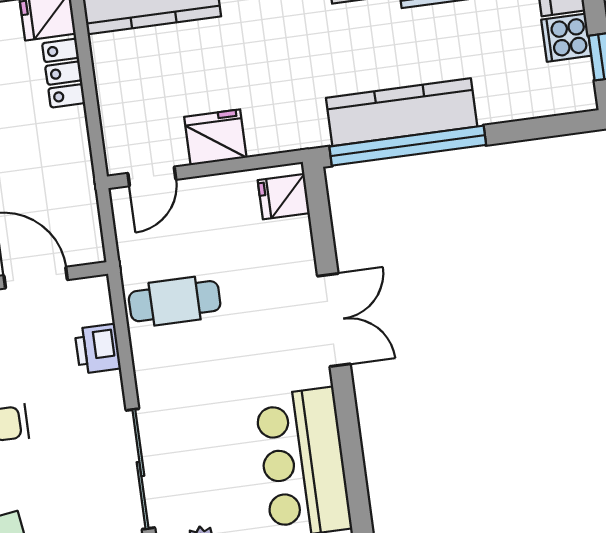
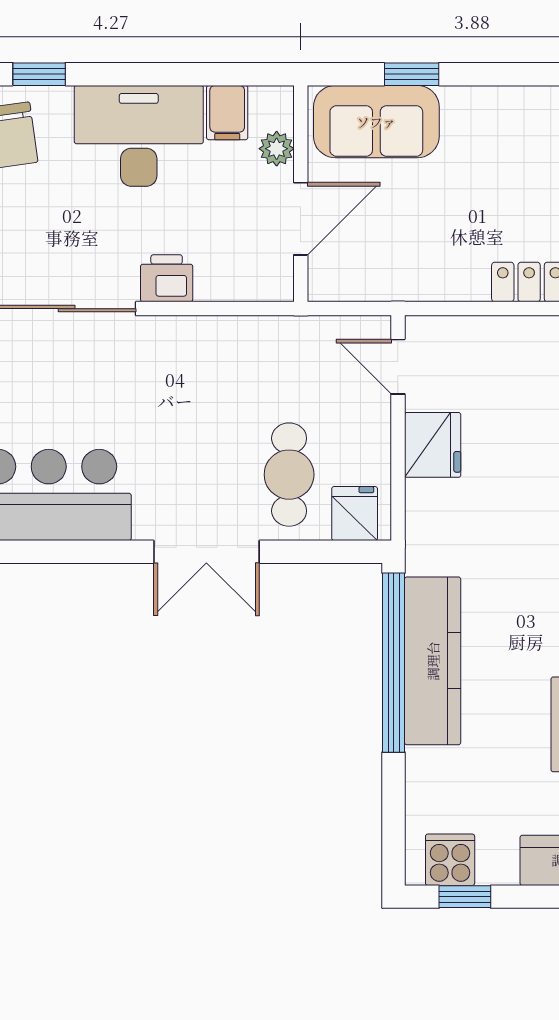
cooker: (566, 38) -> (450, 860), moved
cafe table: (175, 301) -> (289, 475), moved
printer: (98, 349) -> (167, 278), moved

